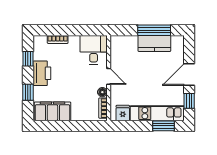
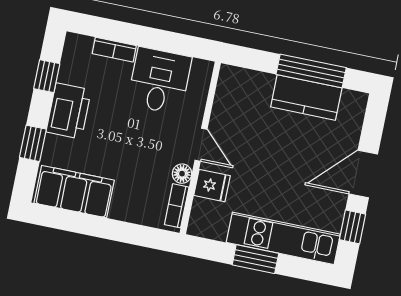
desk: (94, 50) -> (159, 81), moved
fridge: (123, 113) -> (212, 186), moved, turned 90
window: (163, 126) -> (255, 259), moved

